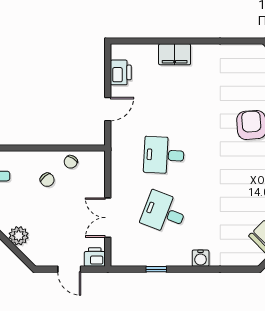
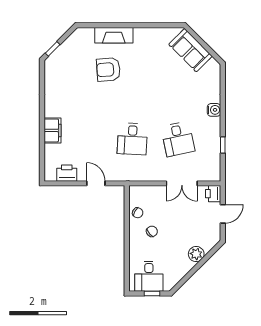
desk: (164, 213) -> (178, 139), turned -33

